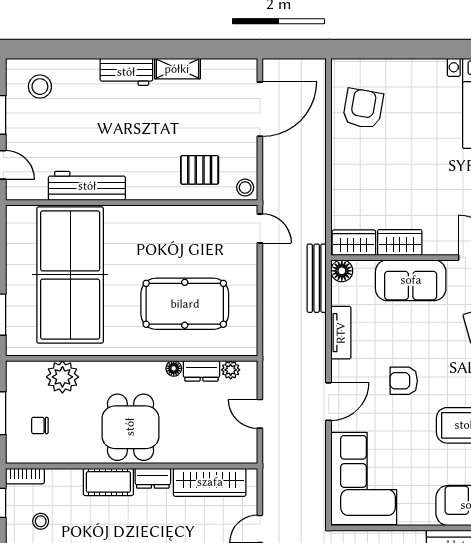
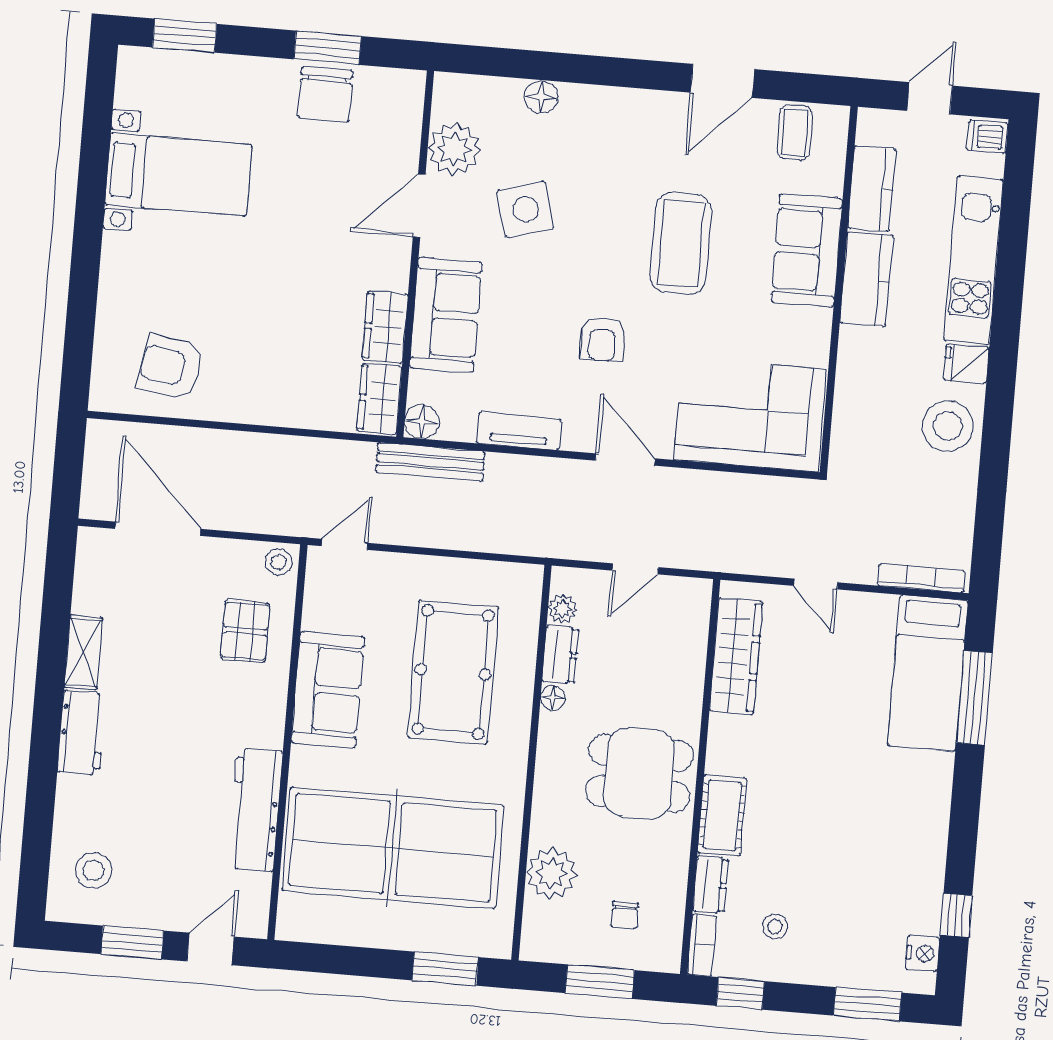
sofa: (167, 225) -> (328, 690), added
dresser: (153, 478) -> (710, 885), moved

